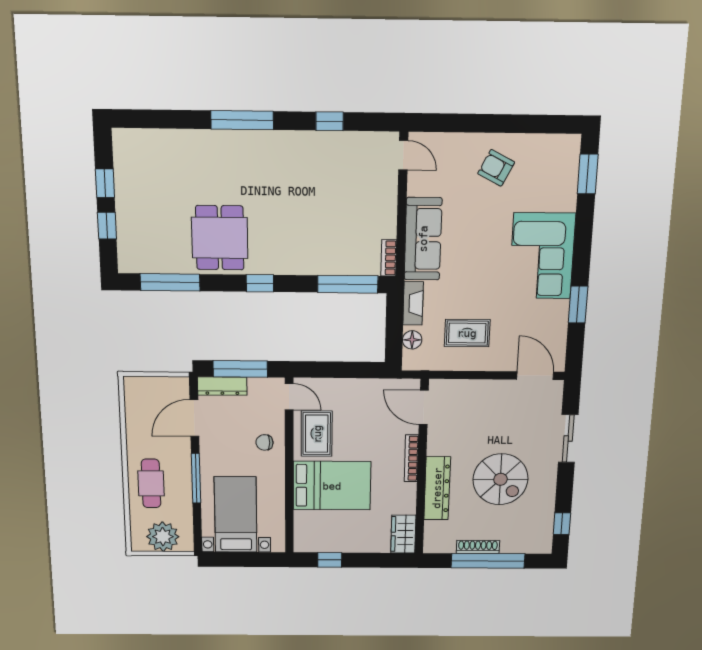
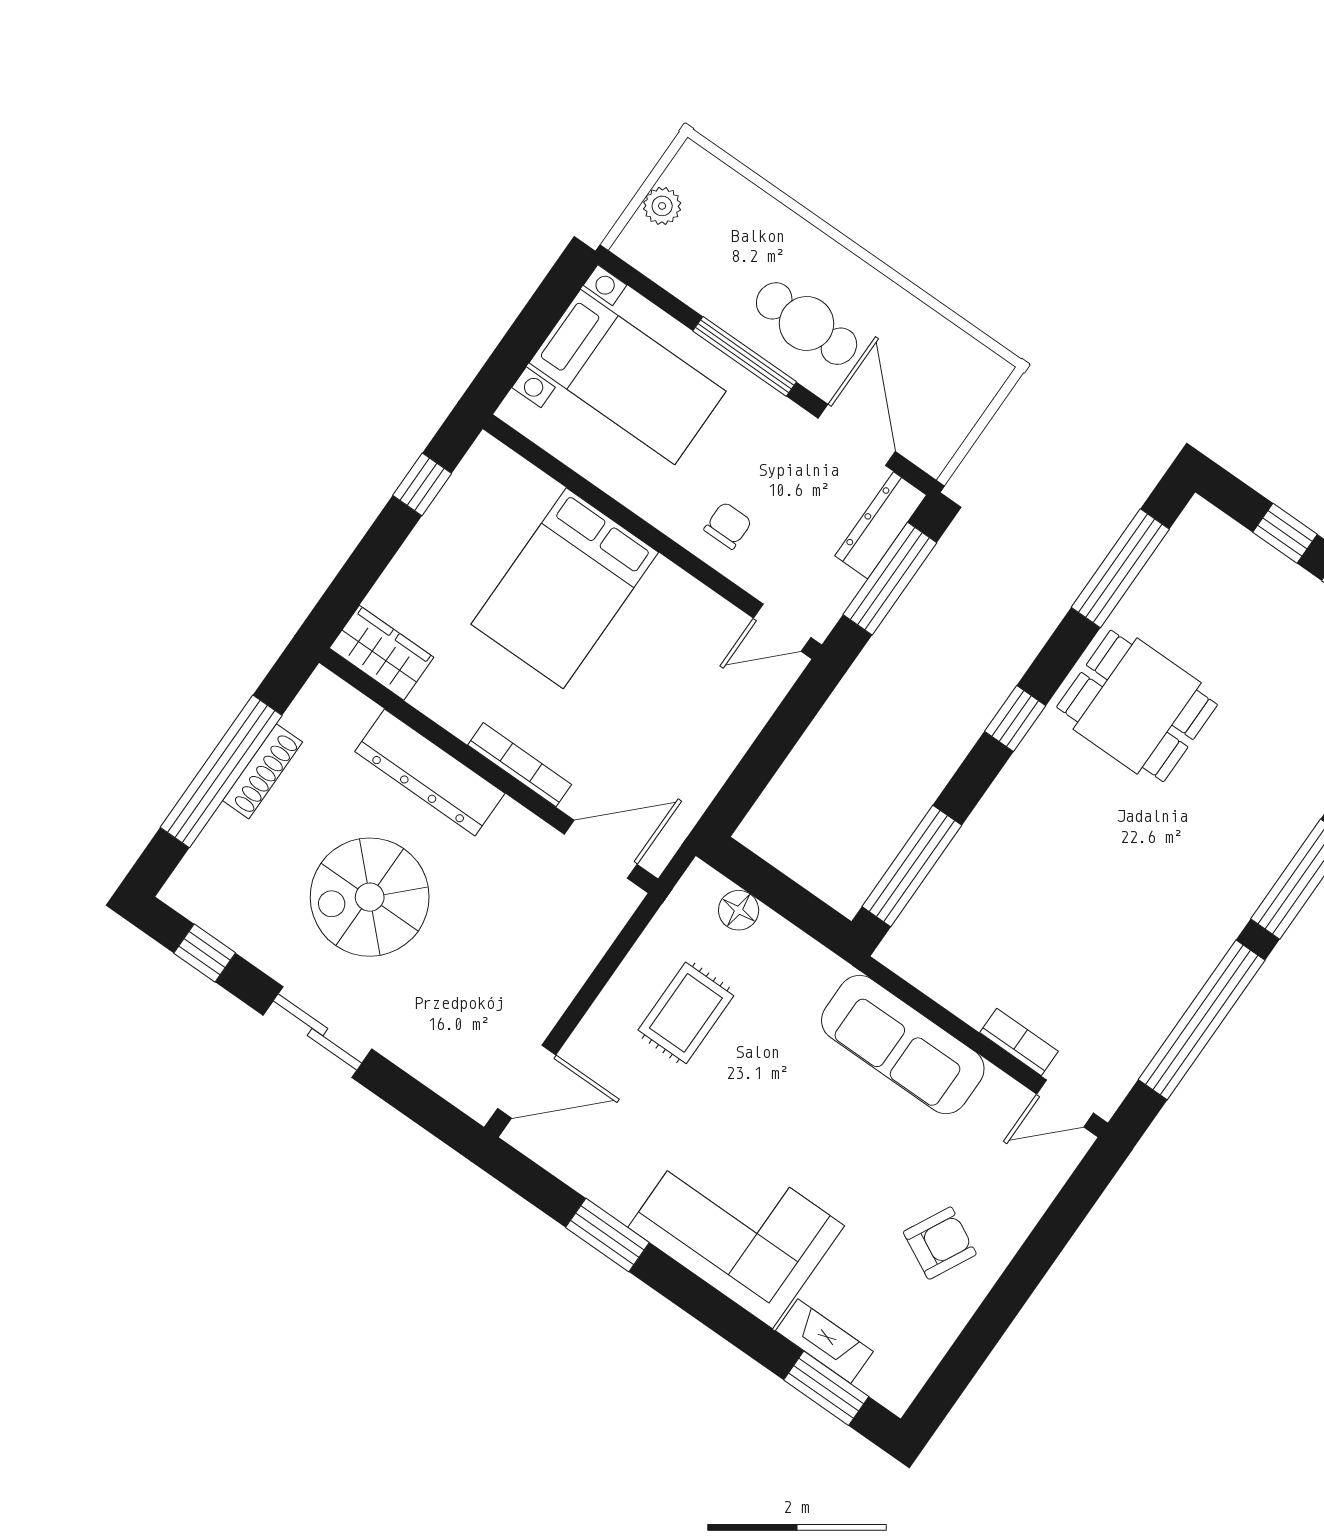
window: (330, 121) -> (1202, 1020), width x3.17
bookcase: (389, 258) -> (1019, 1042), moved
fireplace: (413, 303) -> (824, 1341), moved, turned 180
rug: (317, 434) -> (681, 629), removed
sliding door: (568, 439) -> (318, 1032), moved
cafe table: (151, 483) -> (807, 324), moved
plant: (163, 537) -> (662, 206), width x0.53, depth x0.53

